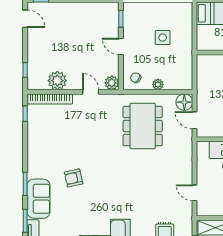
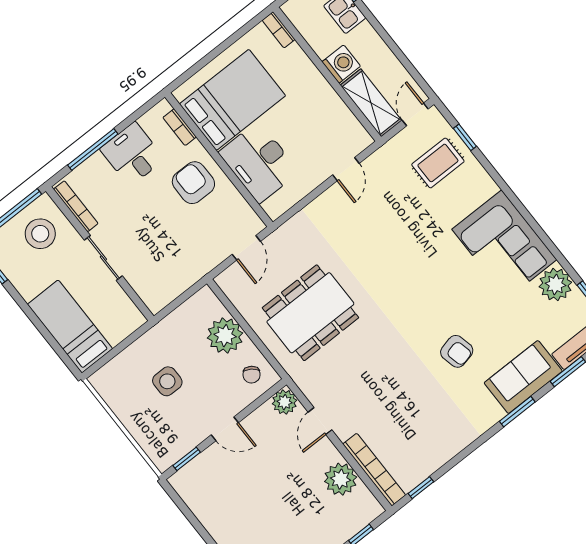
door: (121, 46) -> (225, 429), hinge flipped
plant: (158, 84) -> (225, 336), width x1.88, depth x1.88
floor lamp: (184, 102) -> (232, 281), removed

